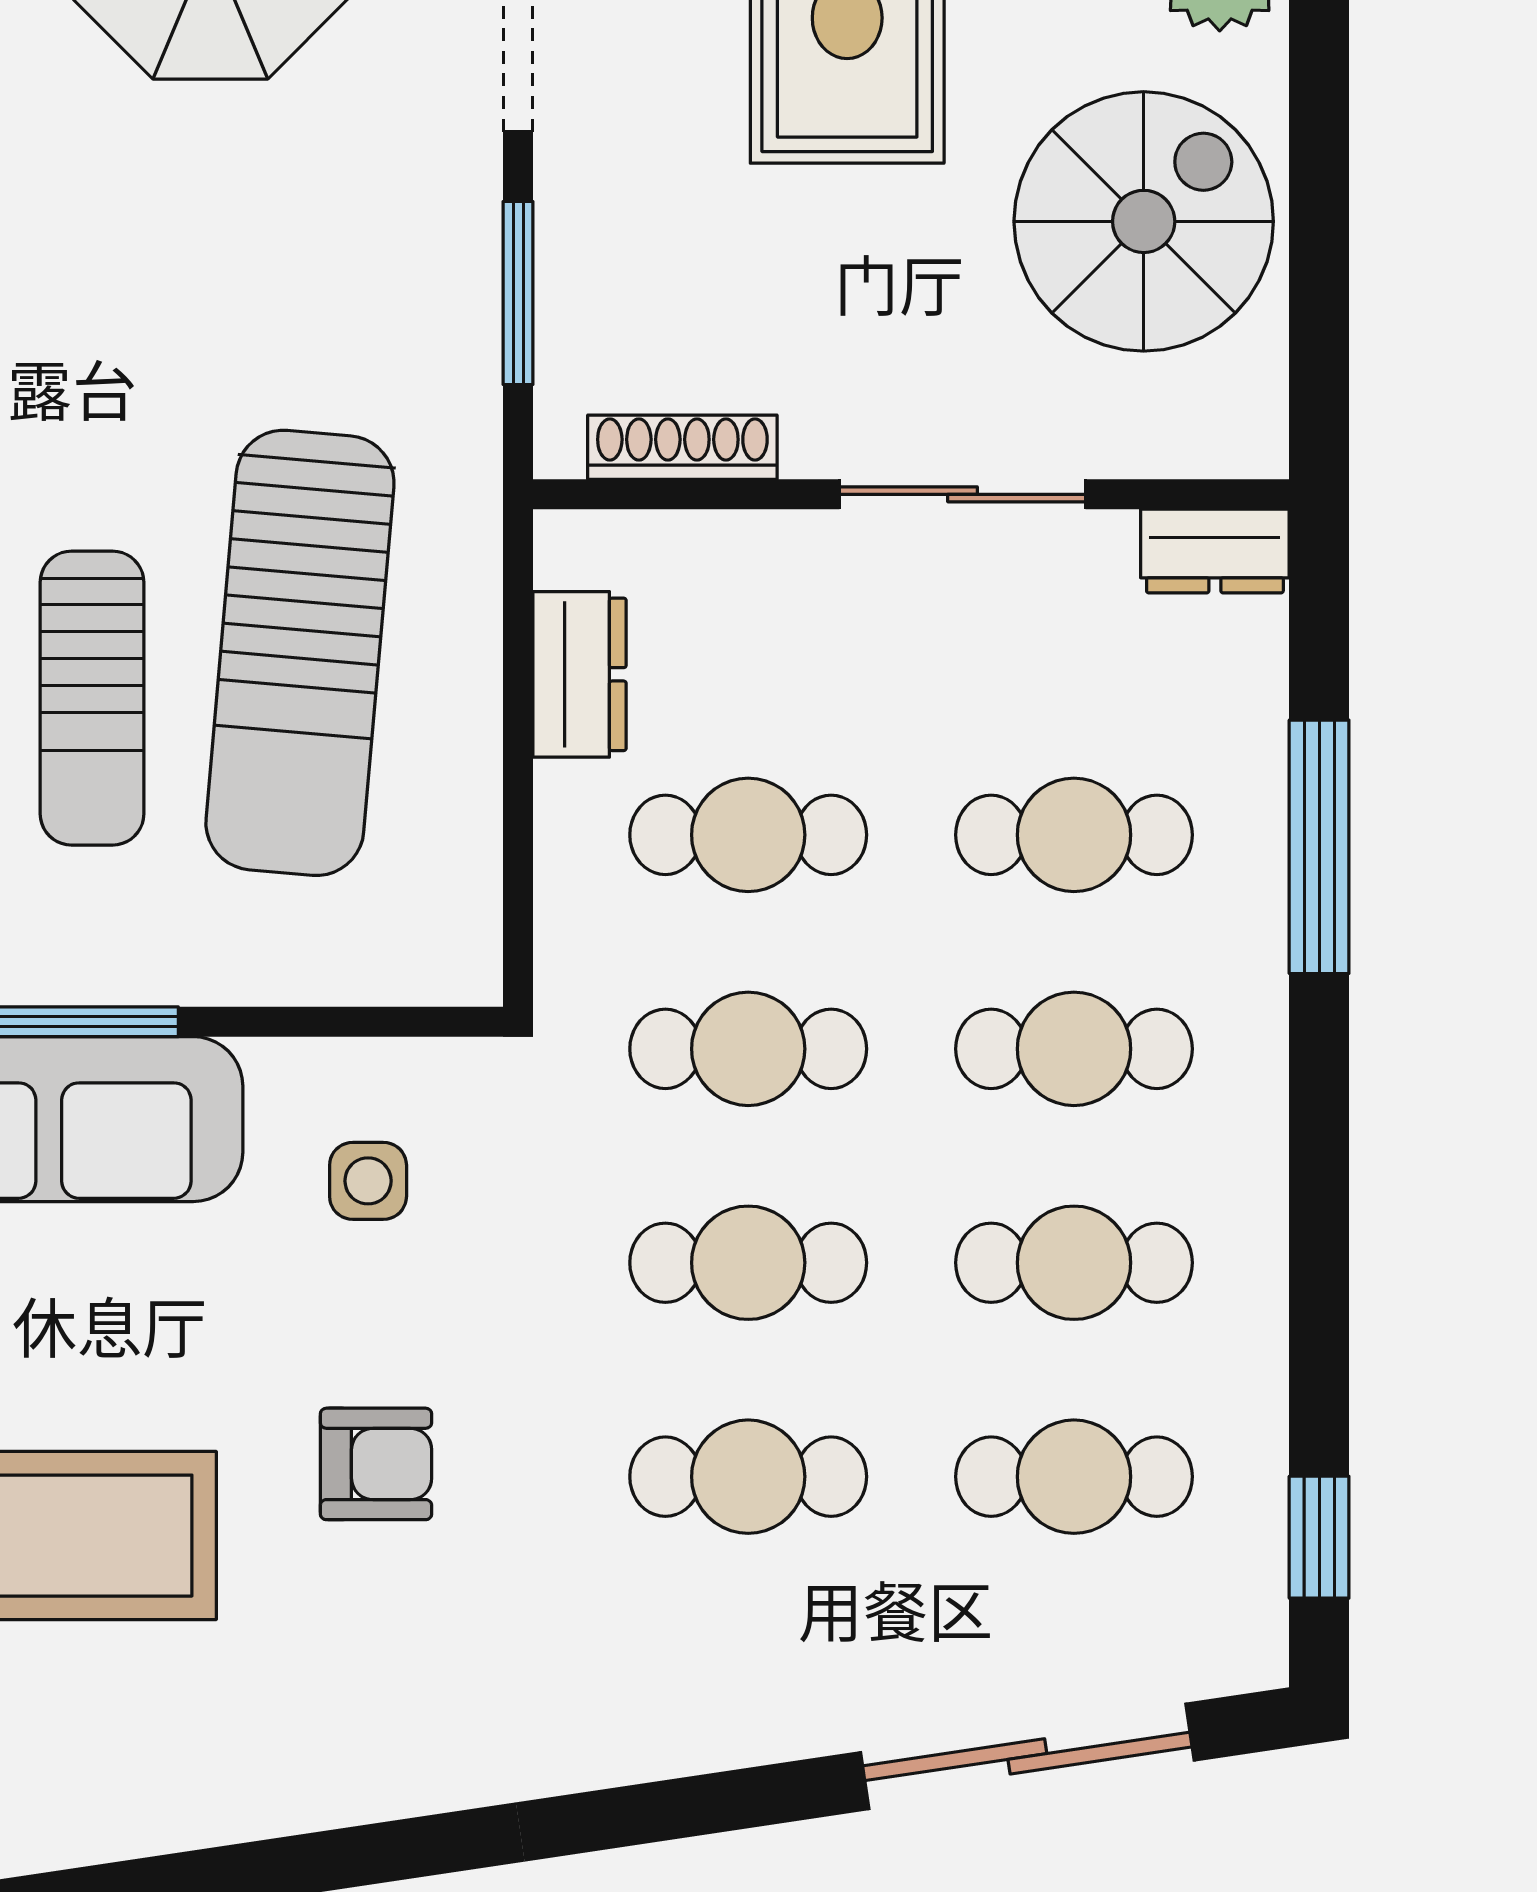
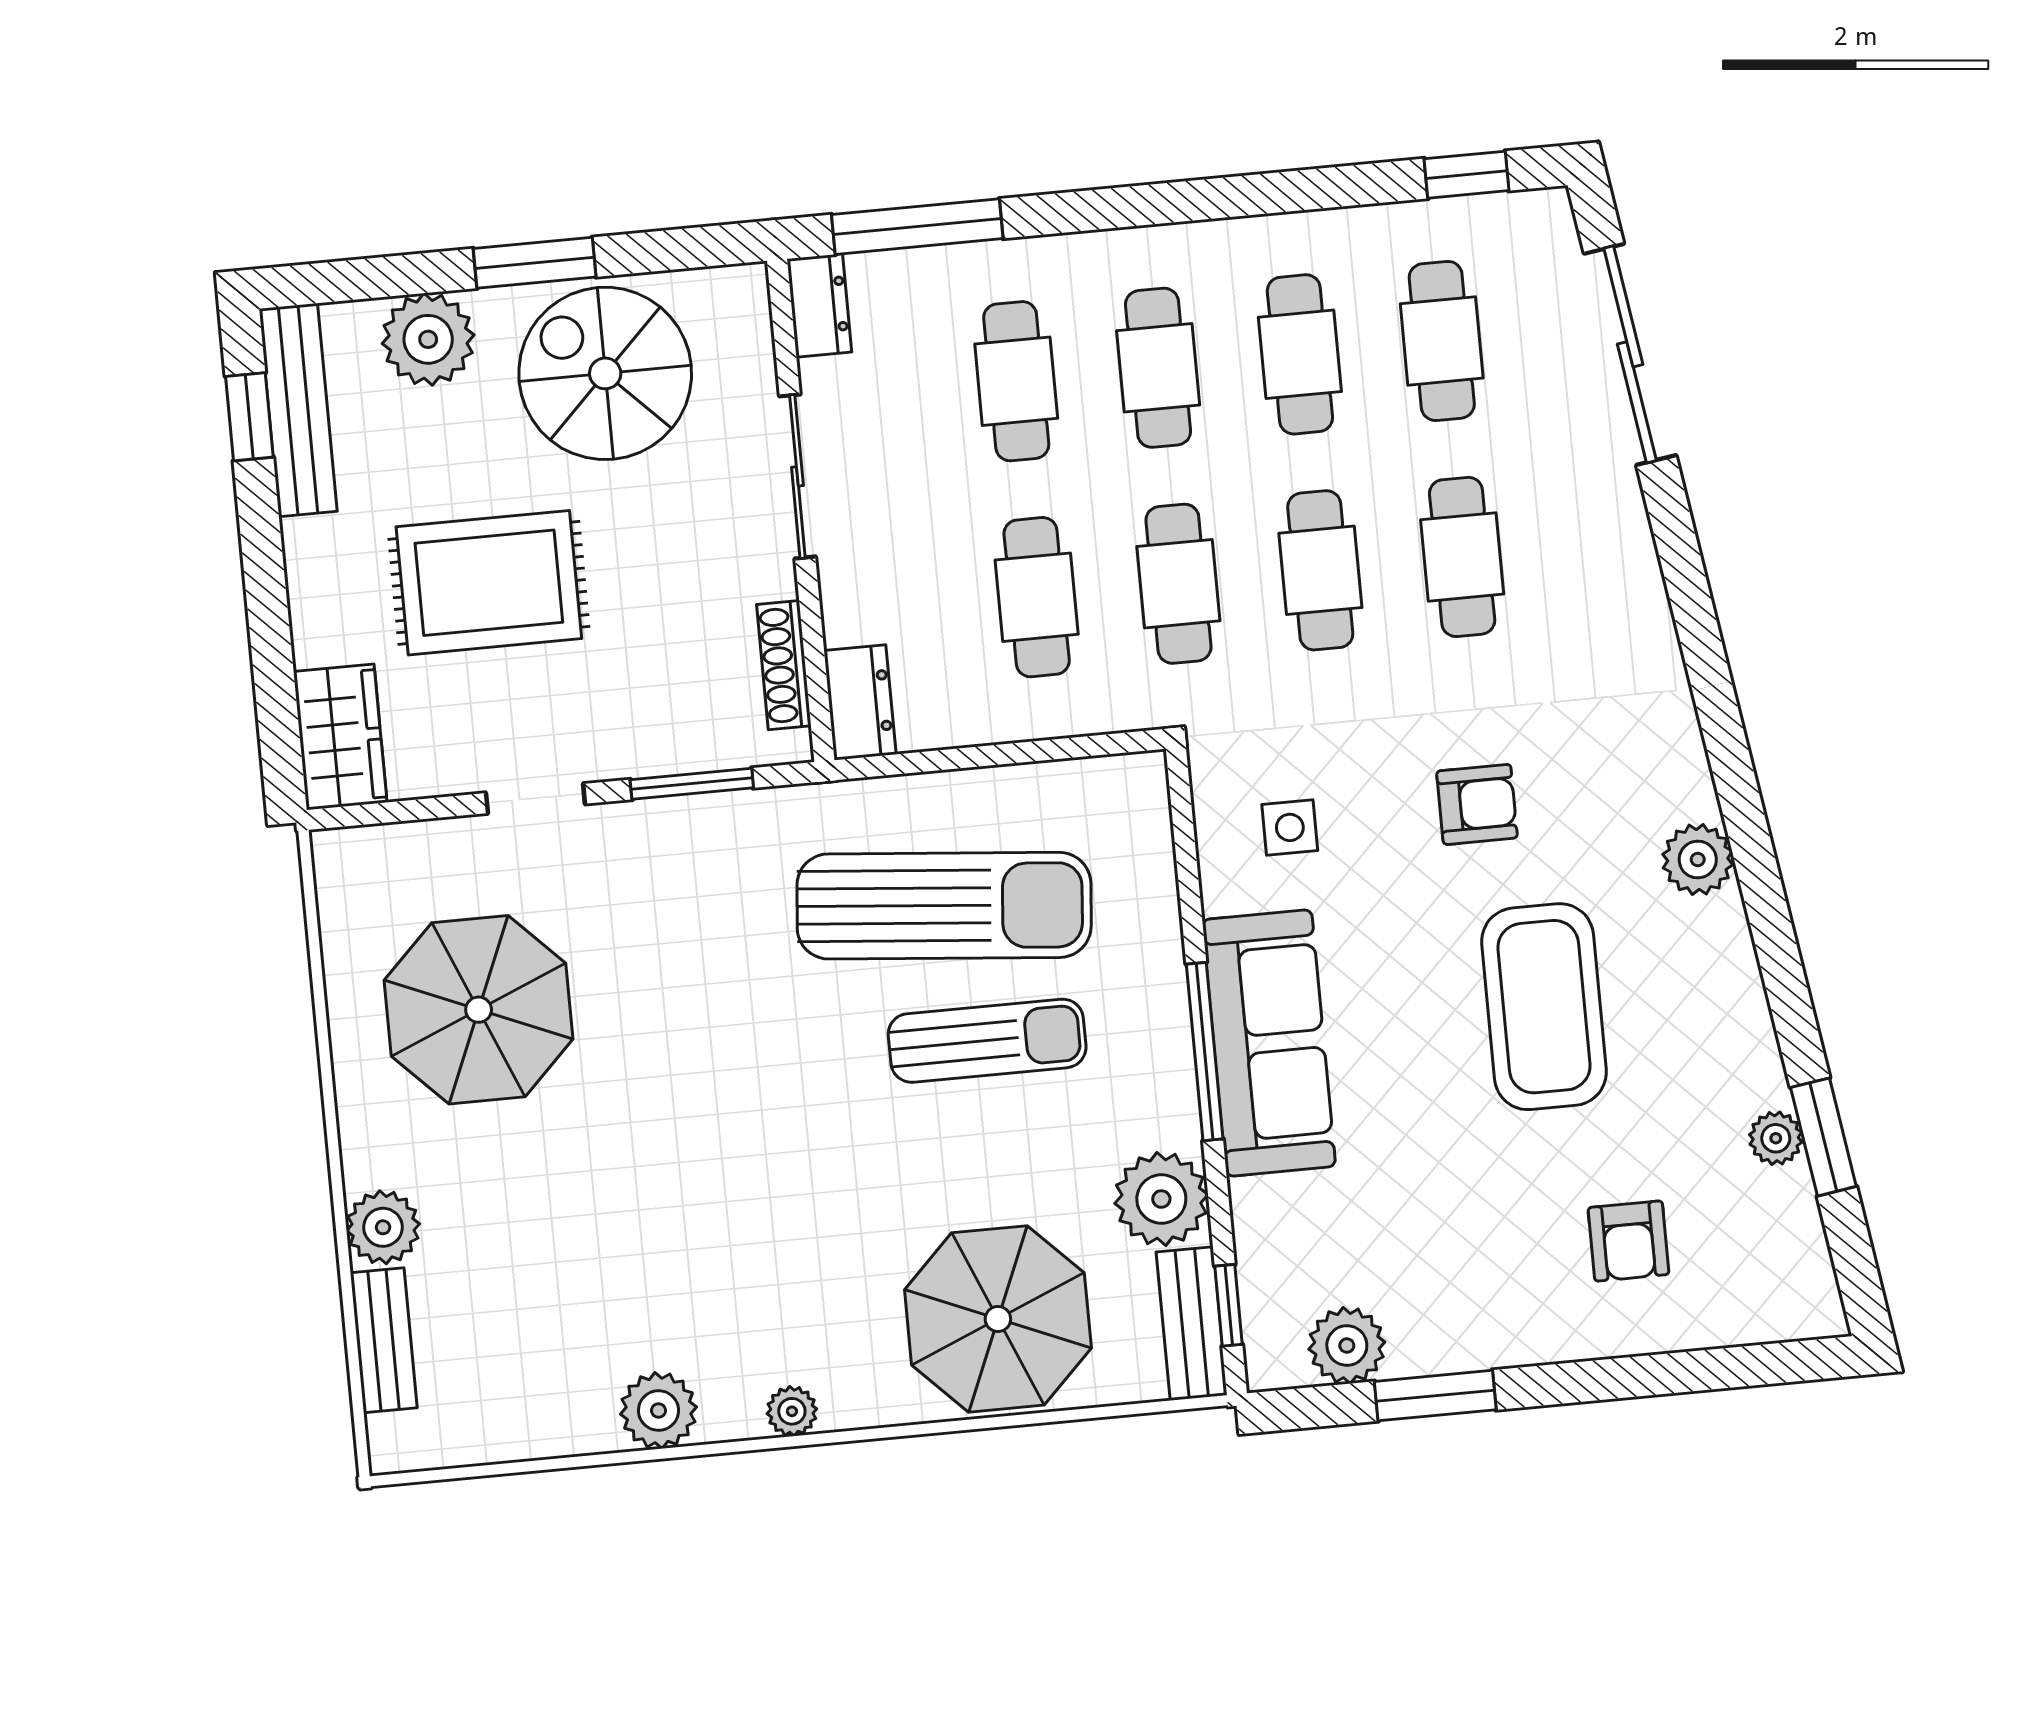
window: (1319, 132) -> (535, 263), added
dresser: (580, 674) -> (860, 702), moved, turned 90
window: (1319, 847) -> (917, 227), moved
armchair: (376, 1464) -> (1477, 804), turned 90
plant: (263, 1786) -> (1698, 860), added

